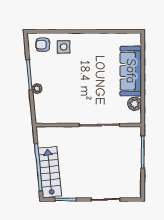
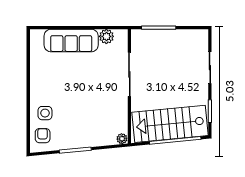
armchair: (43, 45) -> (43, 136), turned 180
plant: (37, 89) -> (122, 139), moved
stairs: (50, 172) -> (170, 124), width x1.36, depth x1.51

